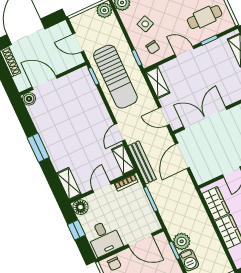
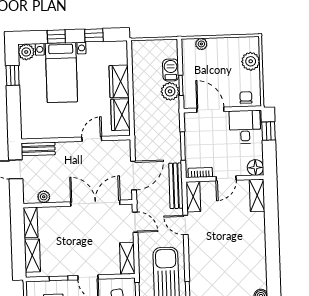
double door: (205, 118) -> (95, 203), swing flipped
door: (120, 132) -> (185, 225), swing flipped
window: (38, 148) -> (272, 244), removed
window: (76, 230) -> (269, 131), moved

